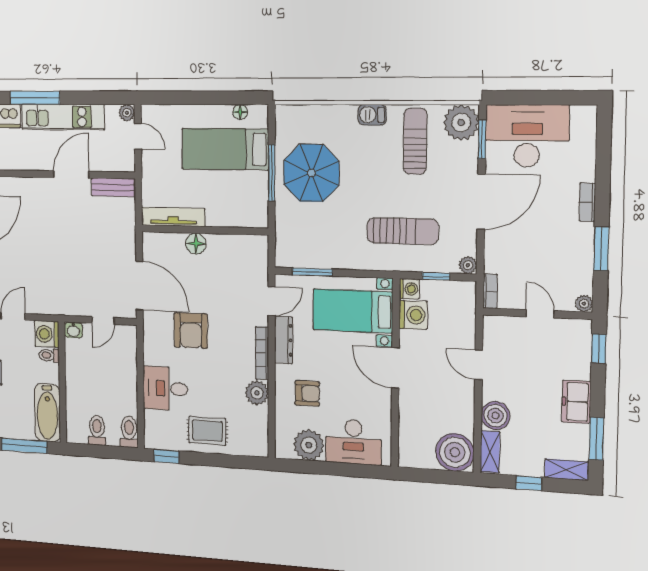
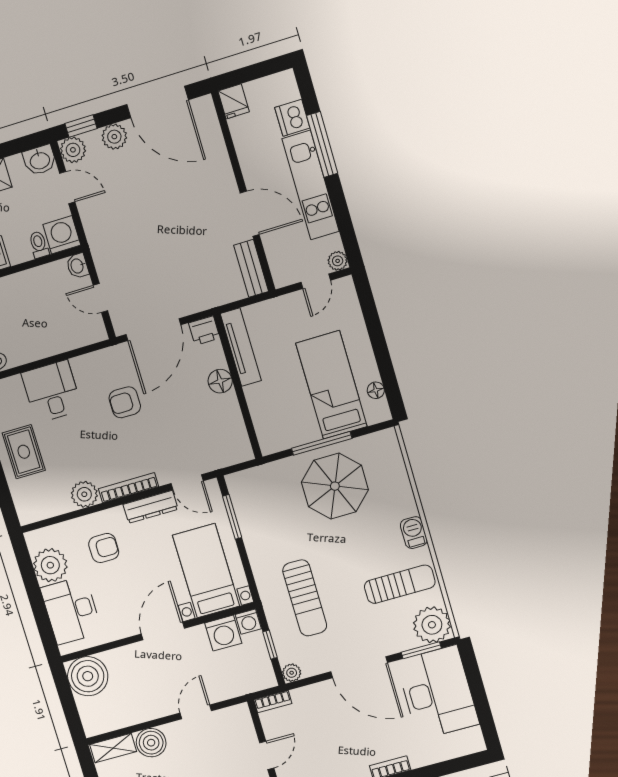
printer: (152, 243) -> (204, 331), added
armchair: (191, 331) -> (125, 402), width x0.72, depth x0.72
armchair: (307, 393) -> (104, 548), turned -90
boiler: (455, 452) -> (88, 676), moved

